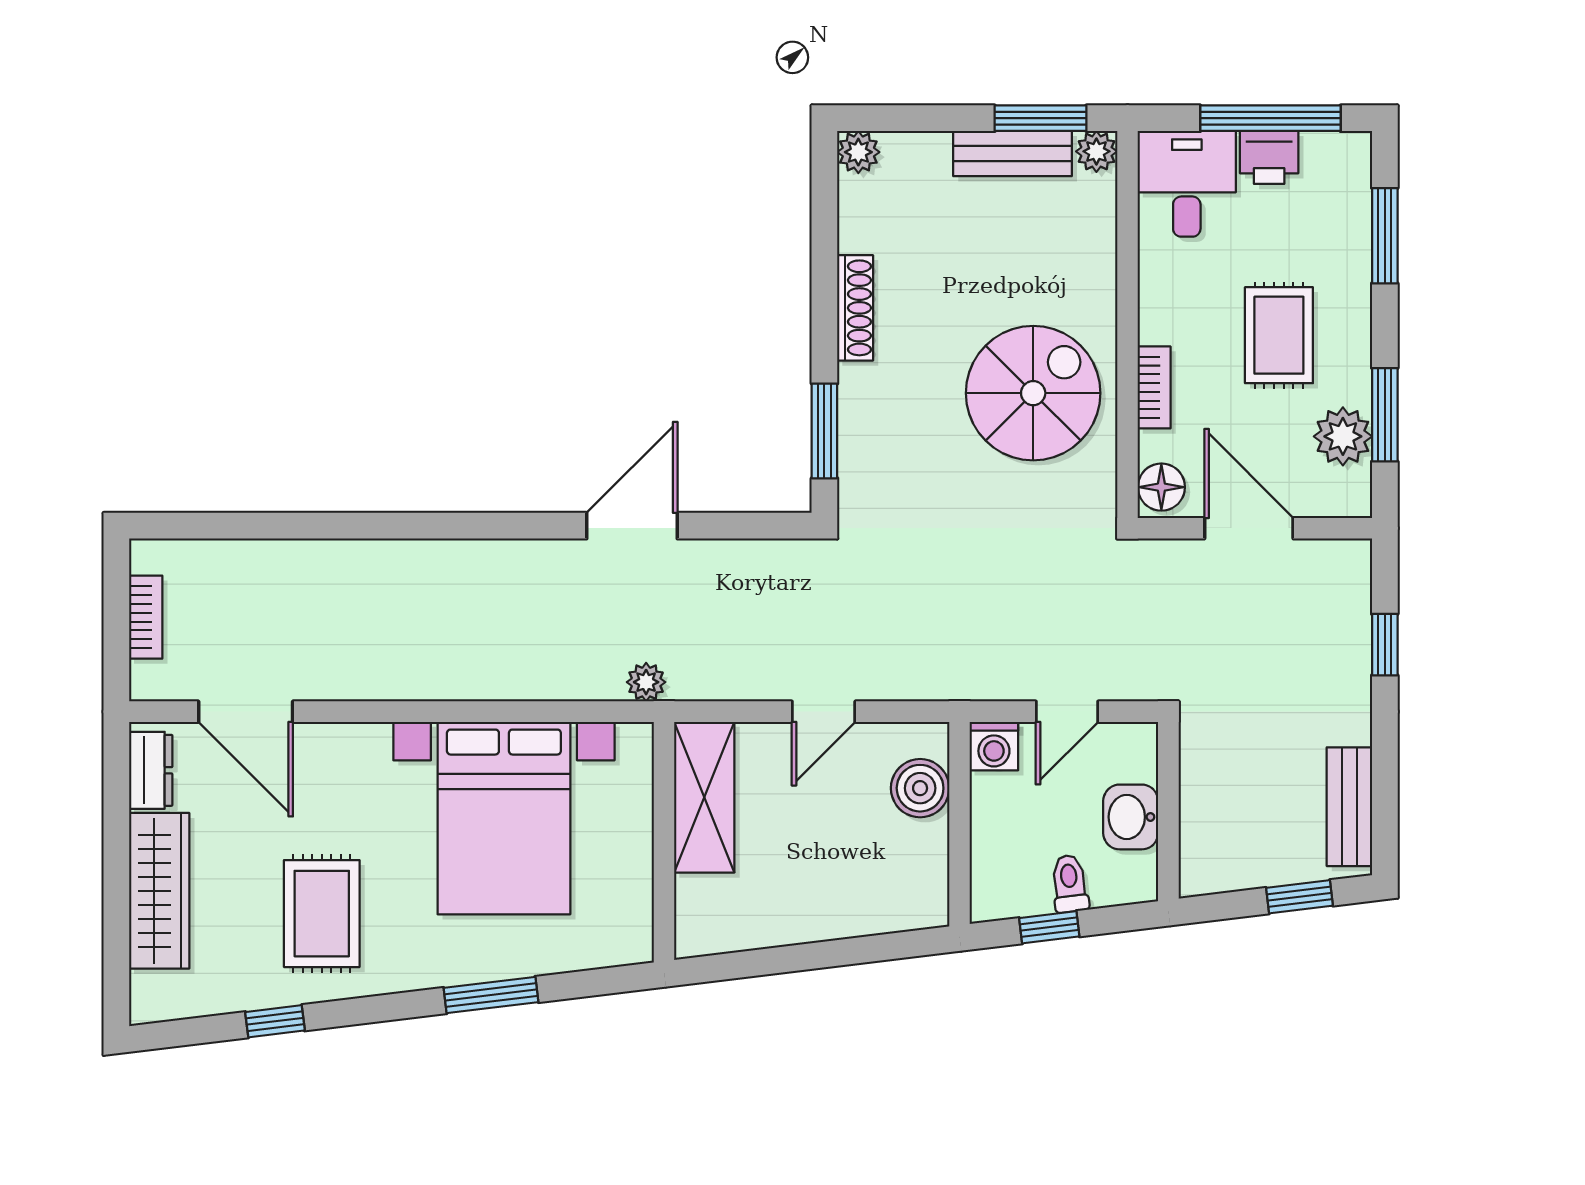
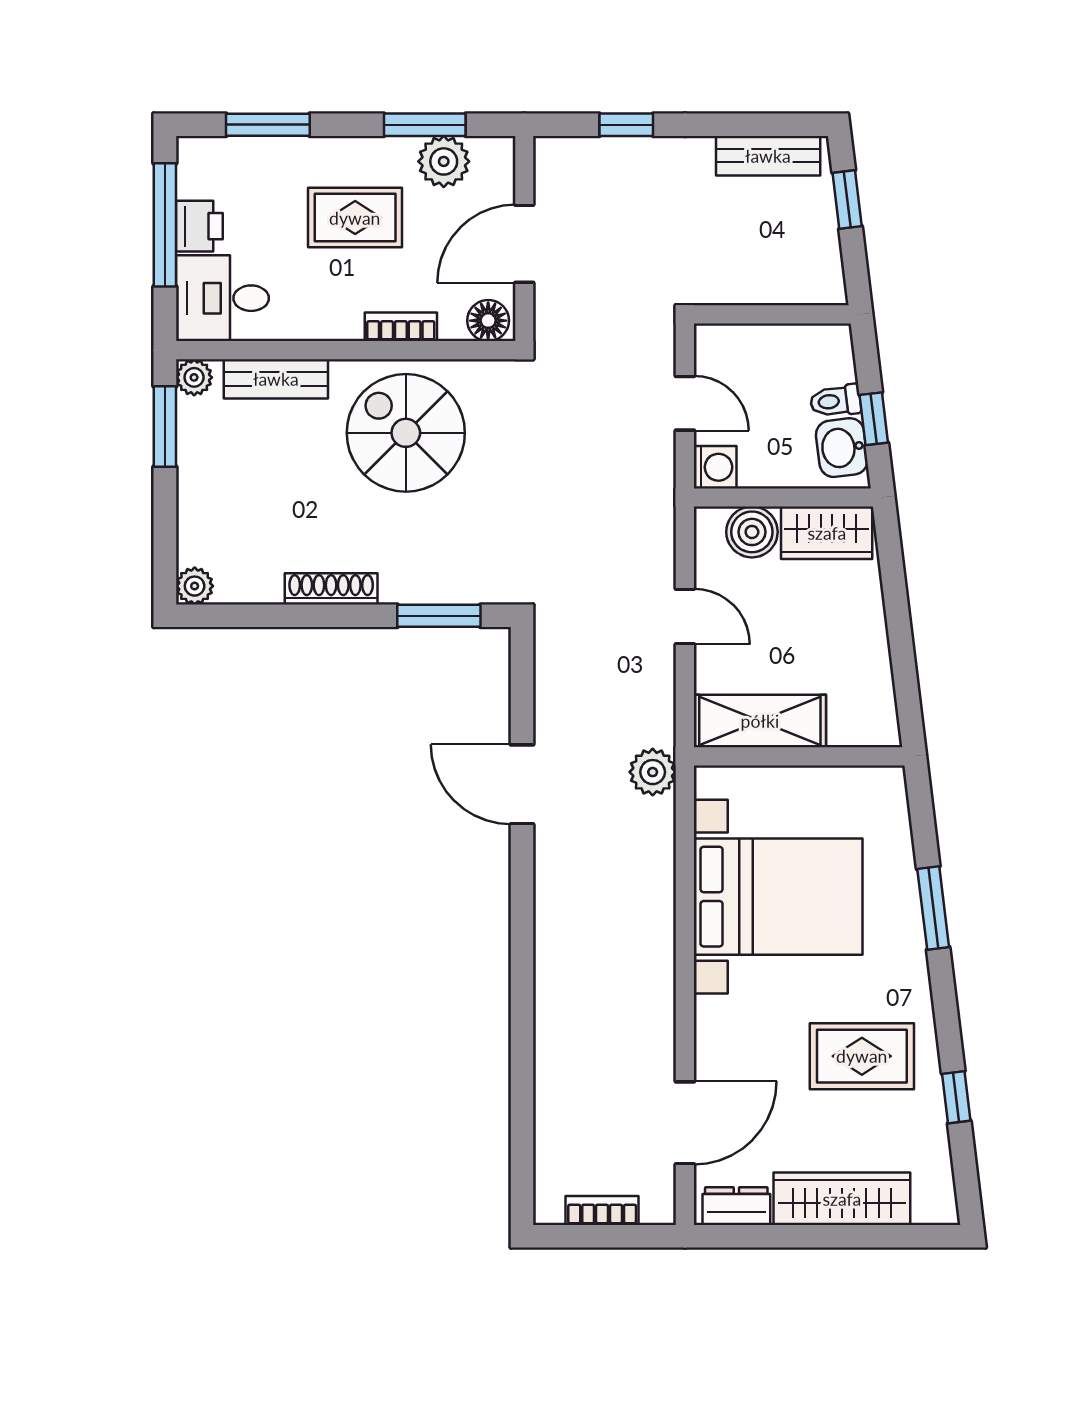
bench: (1013, 154) -> (276, 379), moved, turned 90
plant: (646, 682) -> (653, 772), width x1.38, depth x1.38
washbasin: (1131, 817) -> (842, 448), moved, turned 83
wardrobe: (919, 873) -> (827, 533), added

